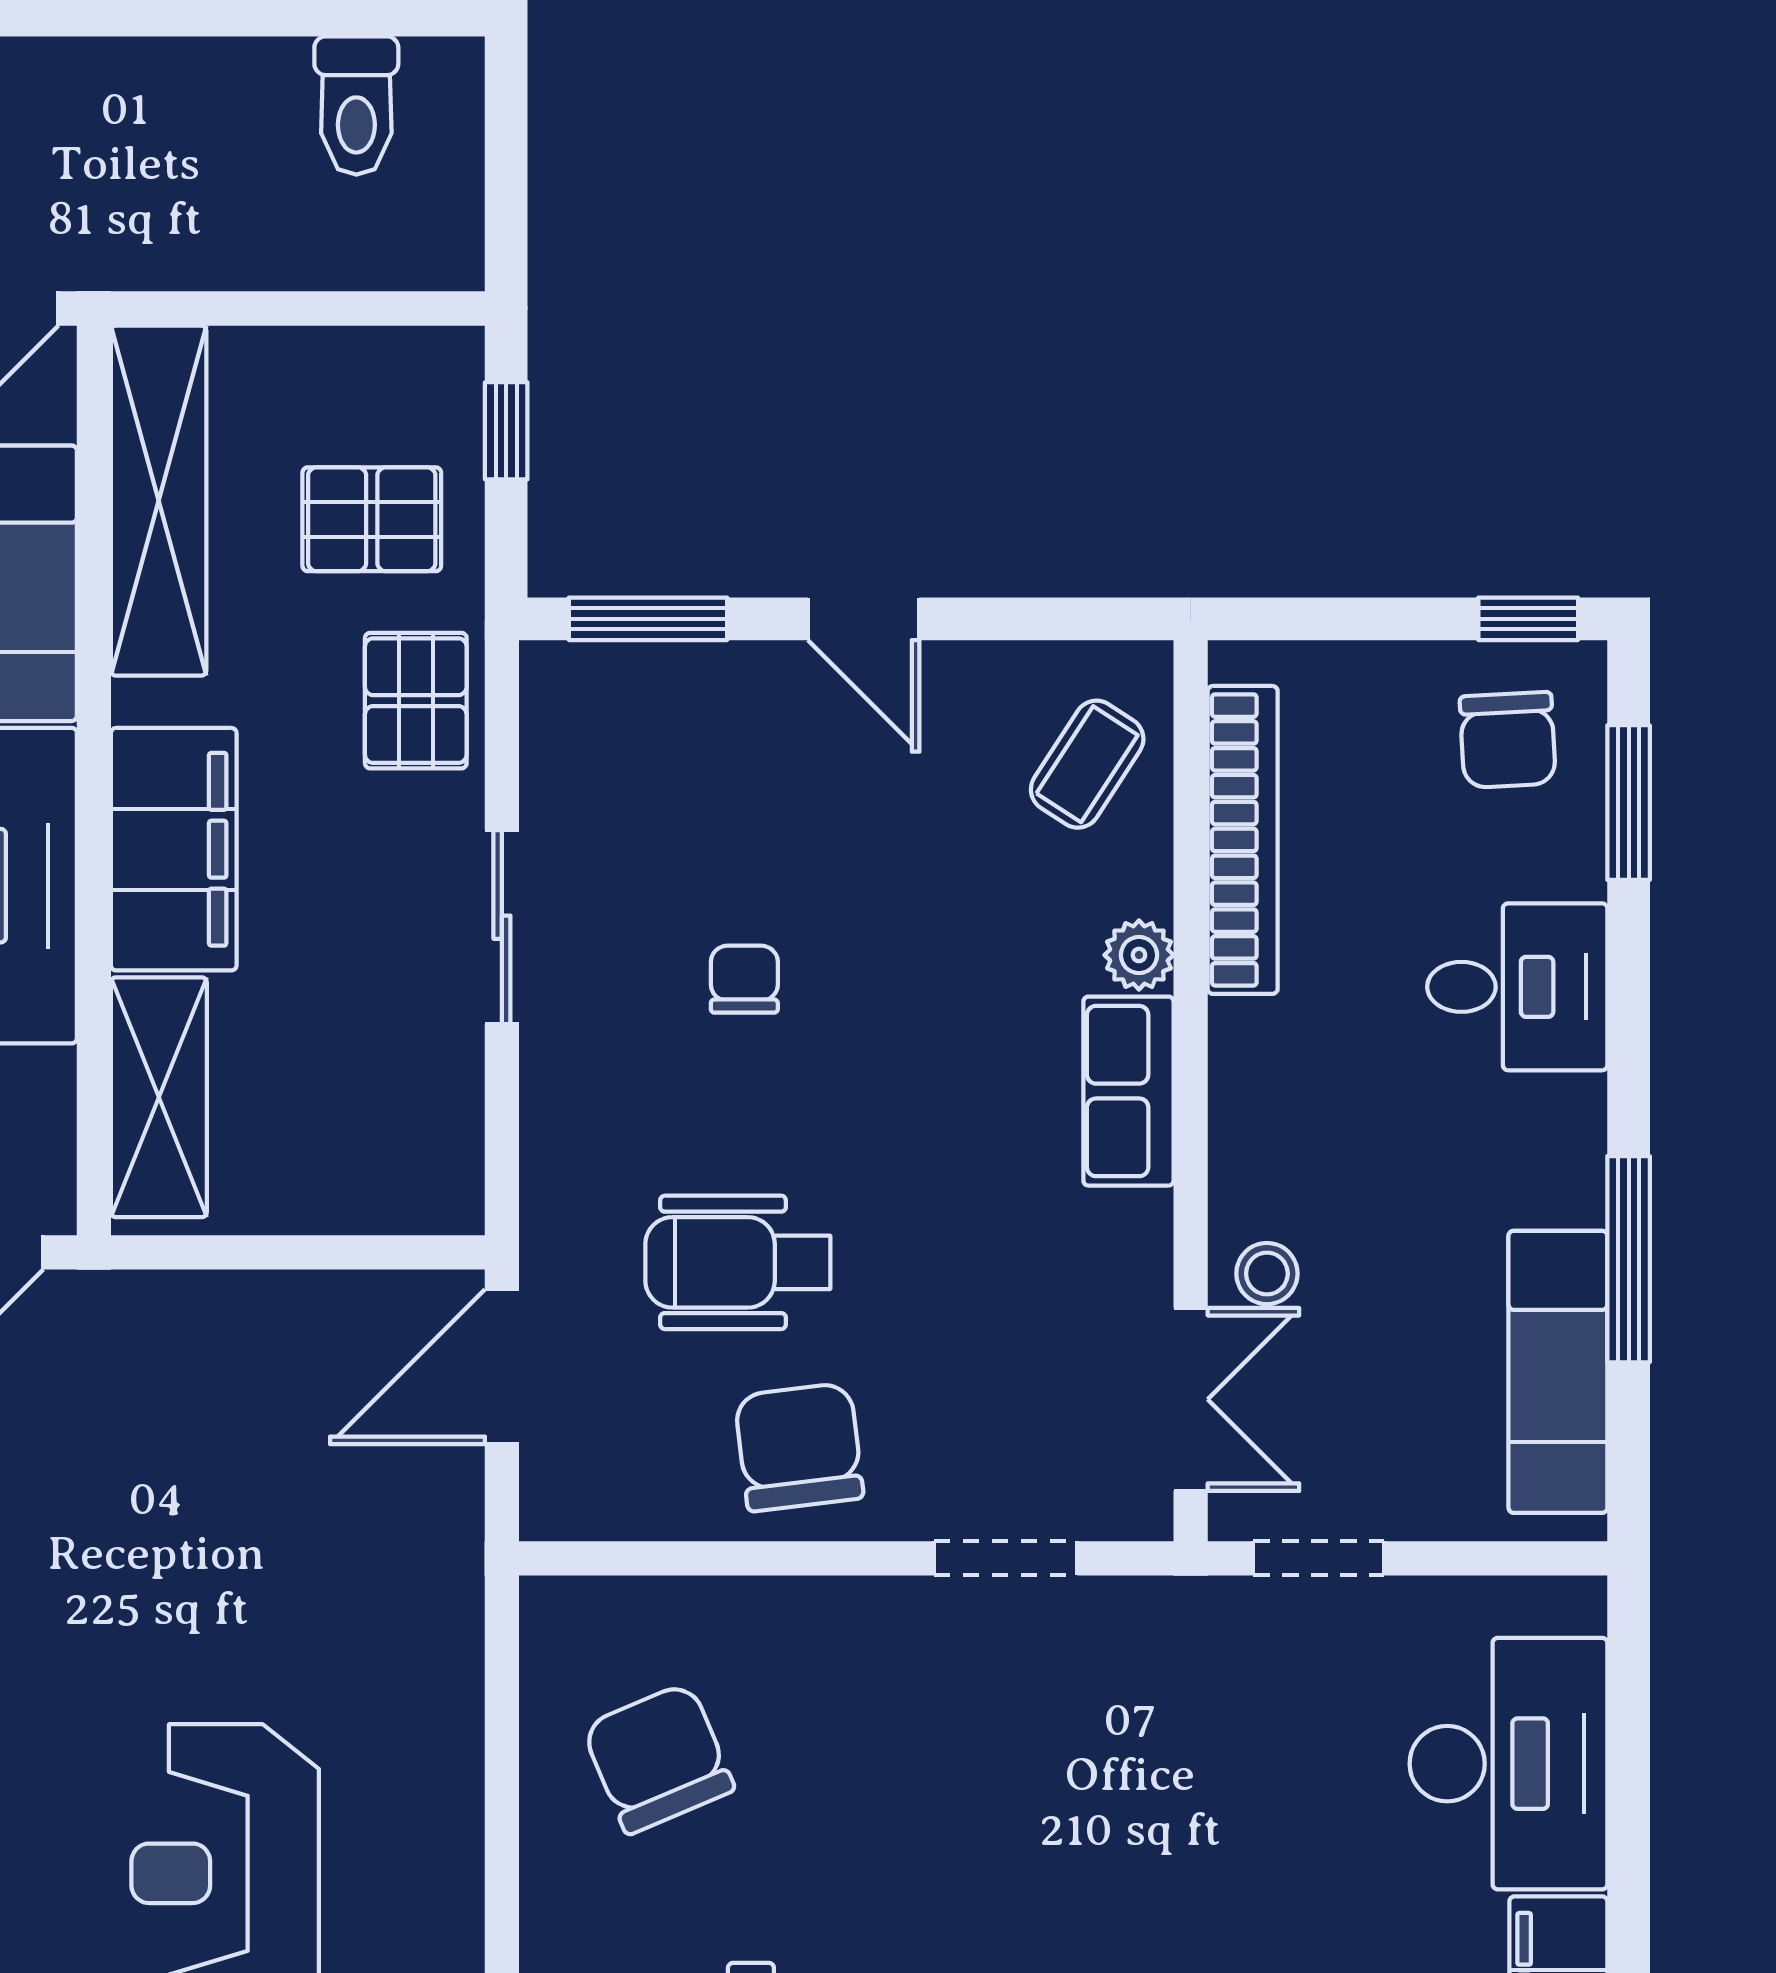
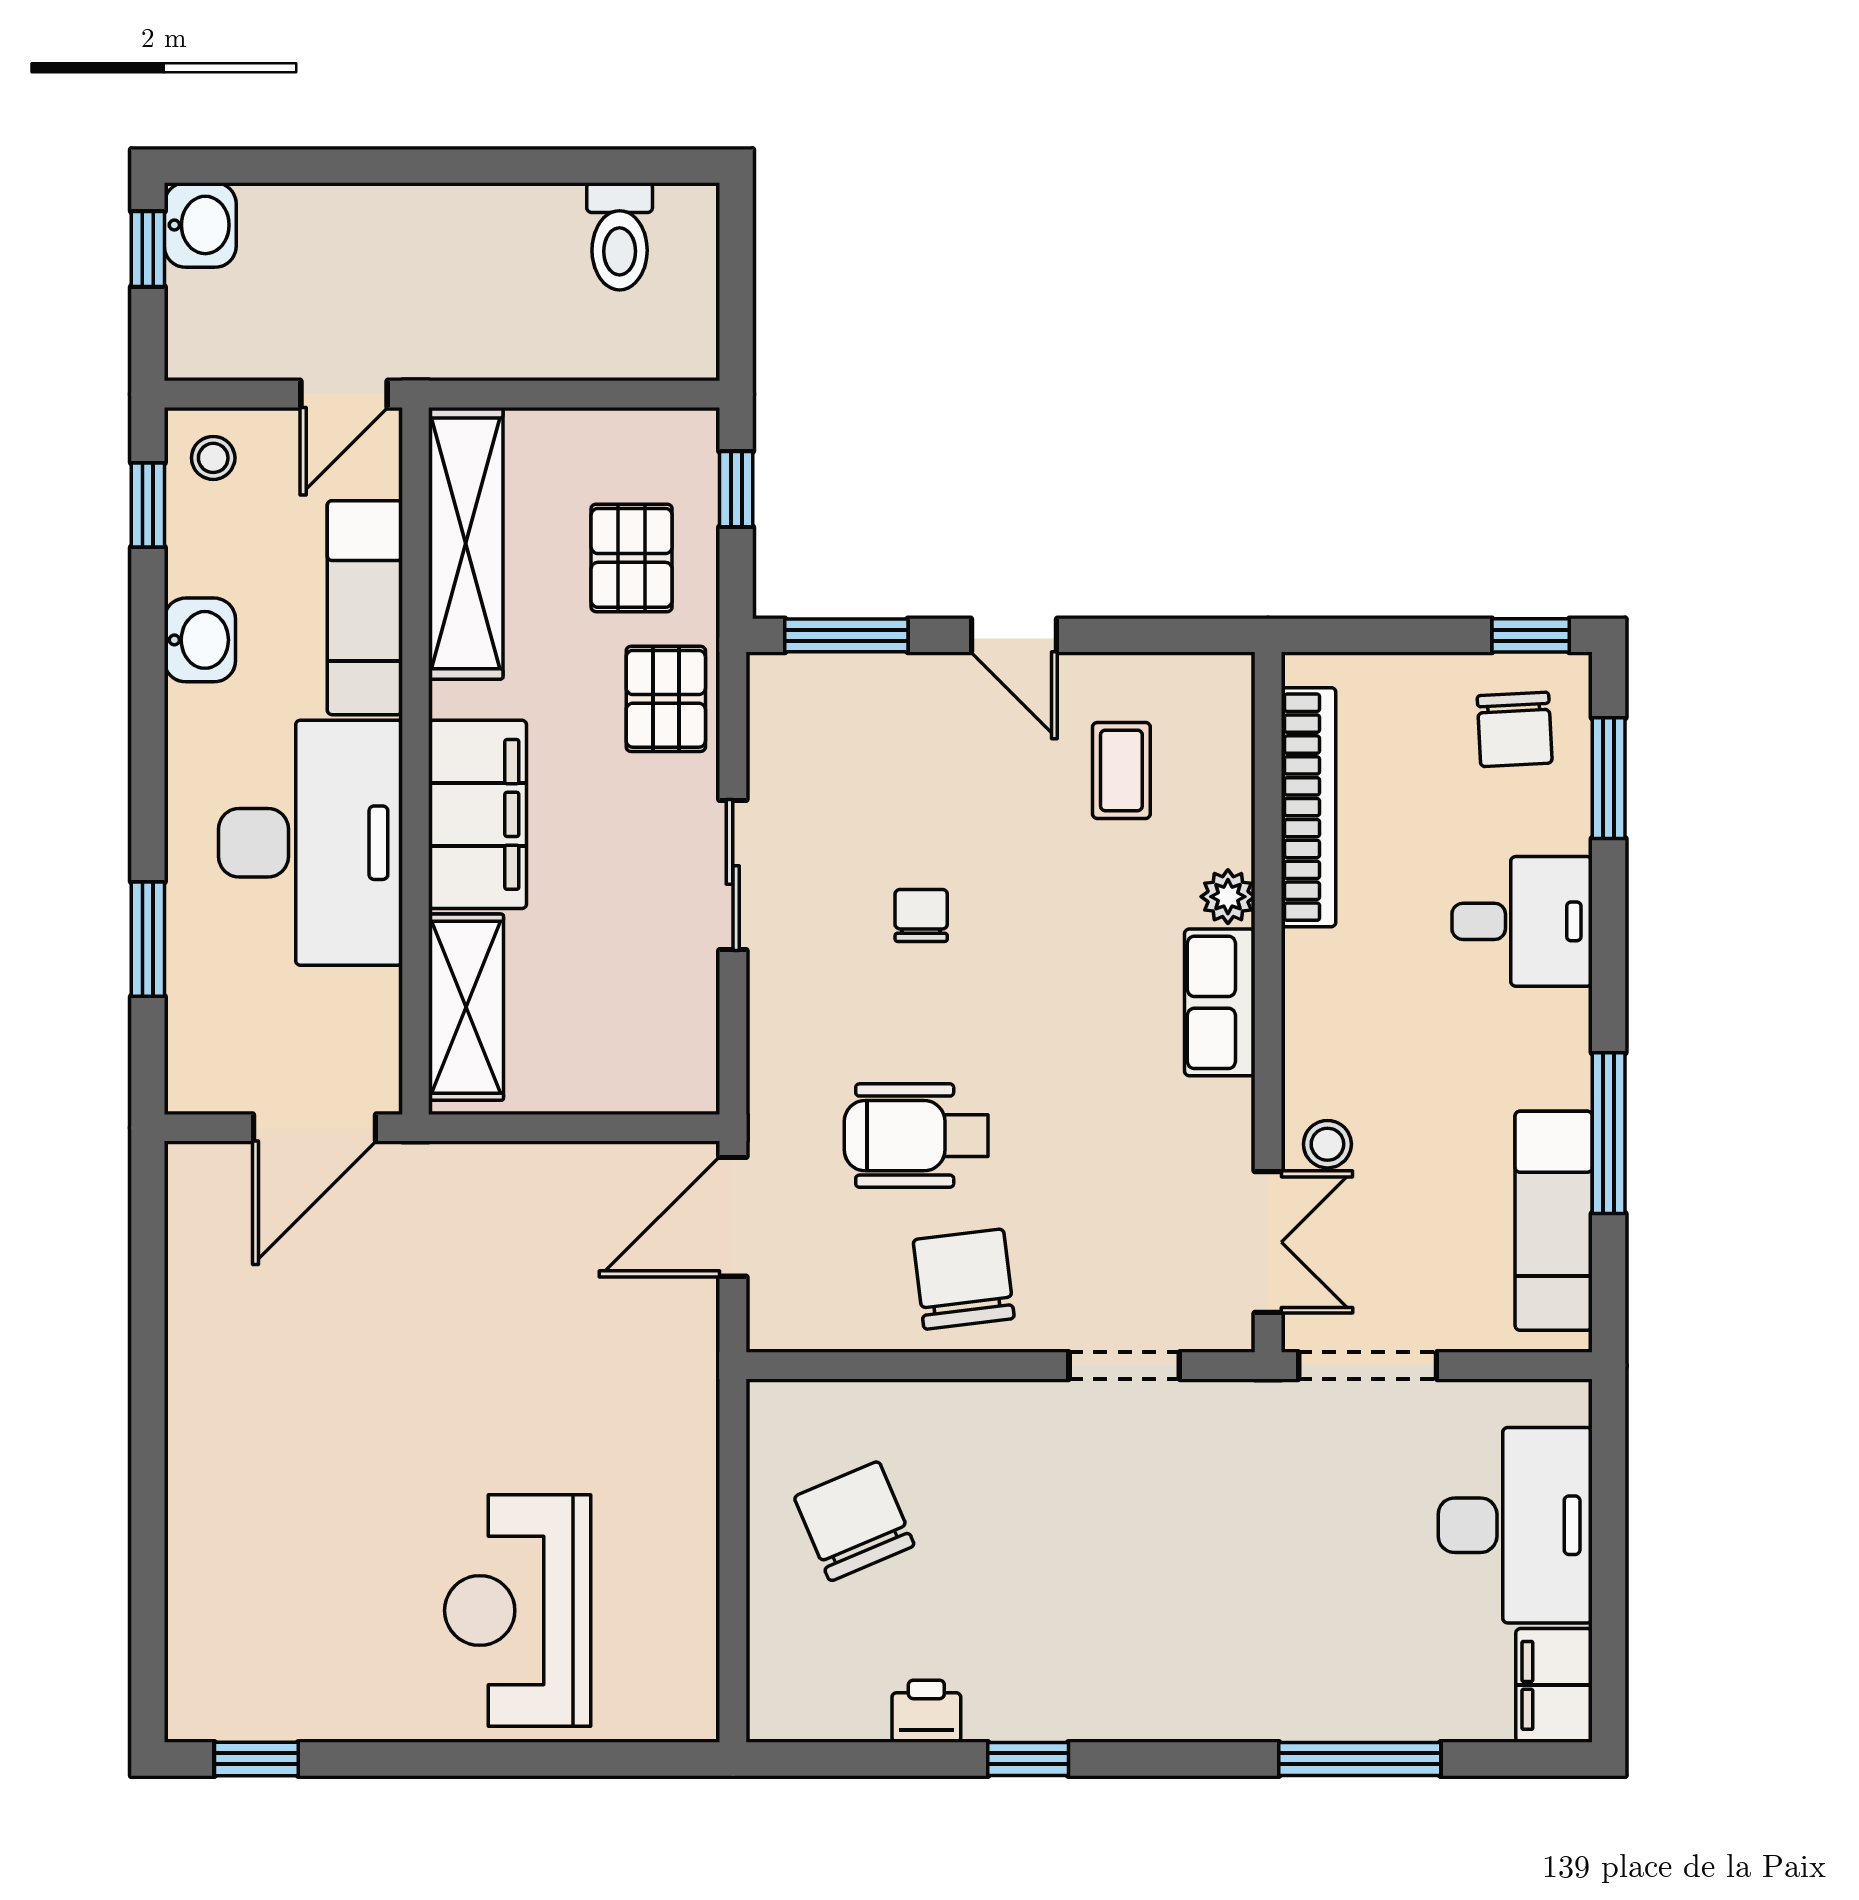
pallet: (372, 519) -> (632, 558), turned 90
coffee table: (1087, 764) -> (1121, 770), moved, turned -33
doorway: (1319, 1558) -> (1368, 1366), width x1.38

